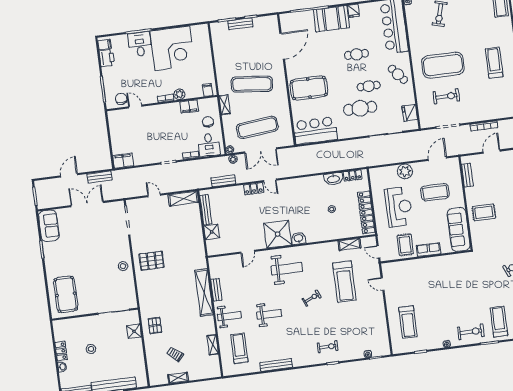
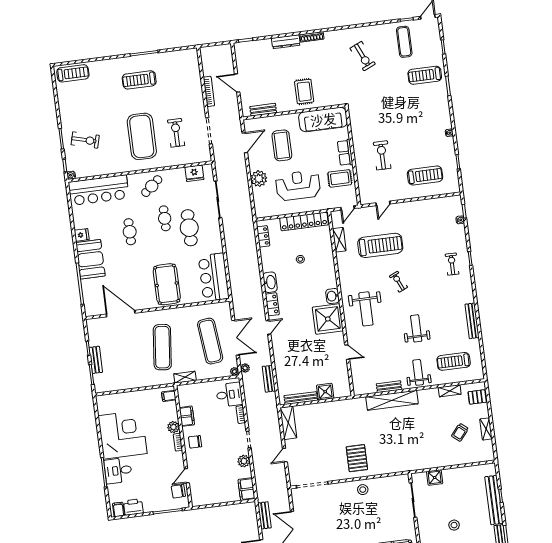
chair: (208, 122) -> (195, 442), moved
plant: (149, 158) -> (244, 461), added
door: (437, 159) -> (245, 143), swing flipped
washbasin: (333, 179) -> (270, 282), moved
locker: (254, 189) -> (272, 304), moved
weight bench: (287, 269) -> (366, 309), turned 180
pallet: (155, 325) -> (477, 397), moved
exercise bike: (471, 332) -> (382, 155), moved

